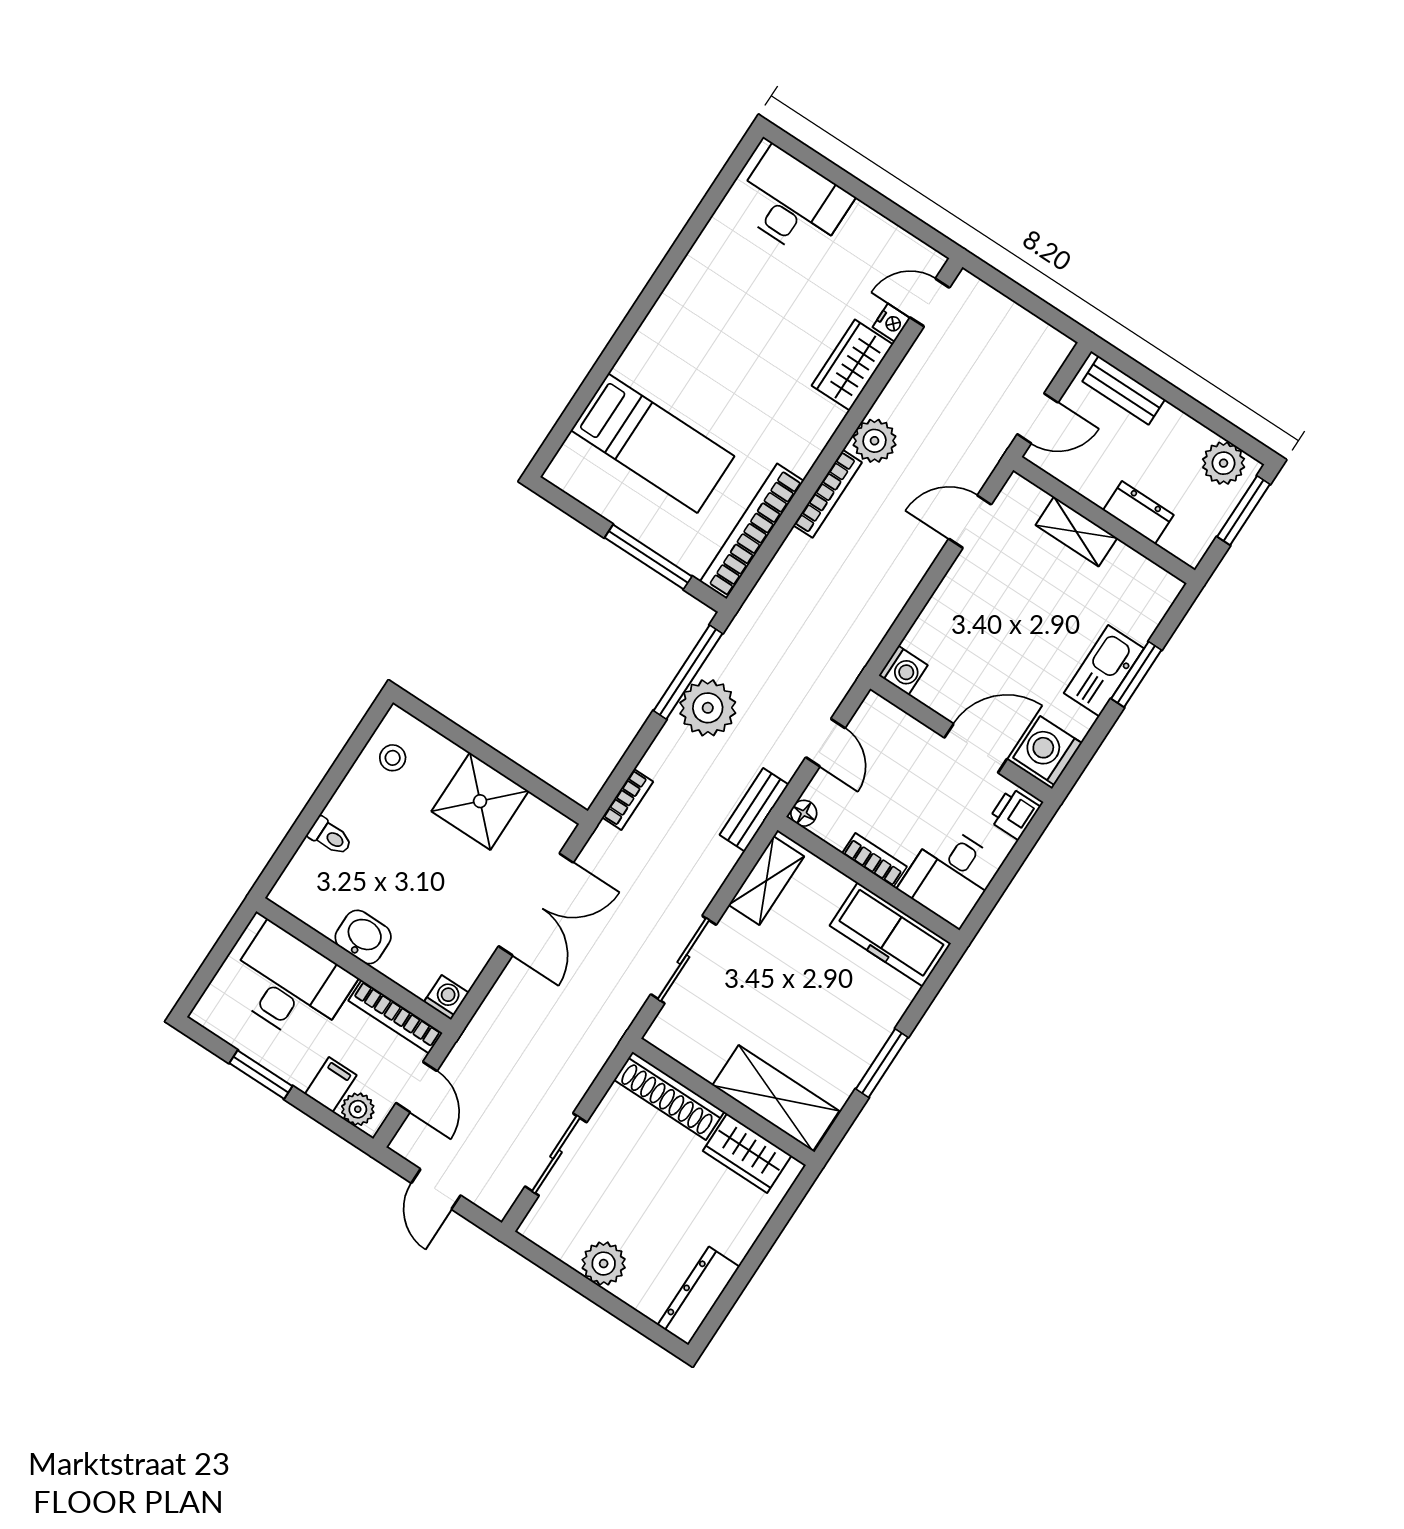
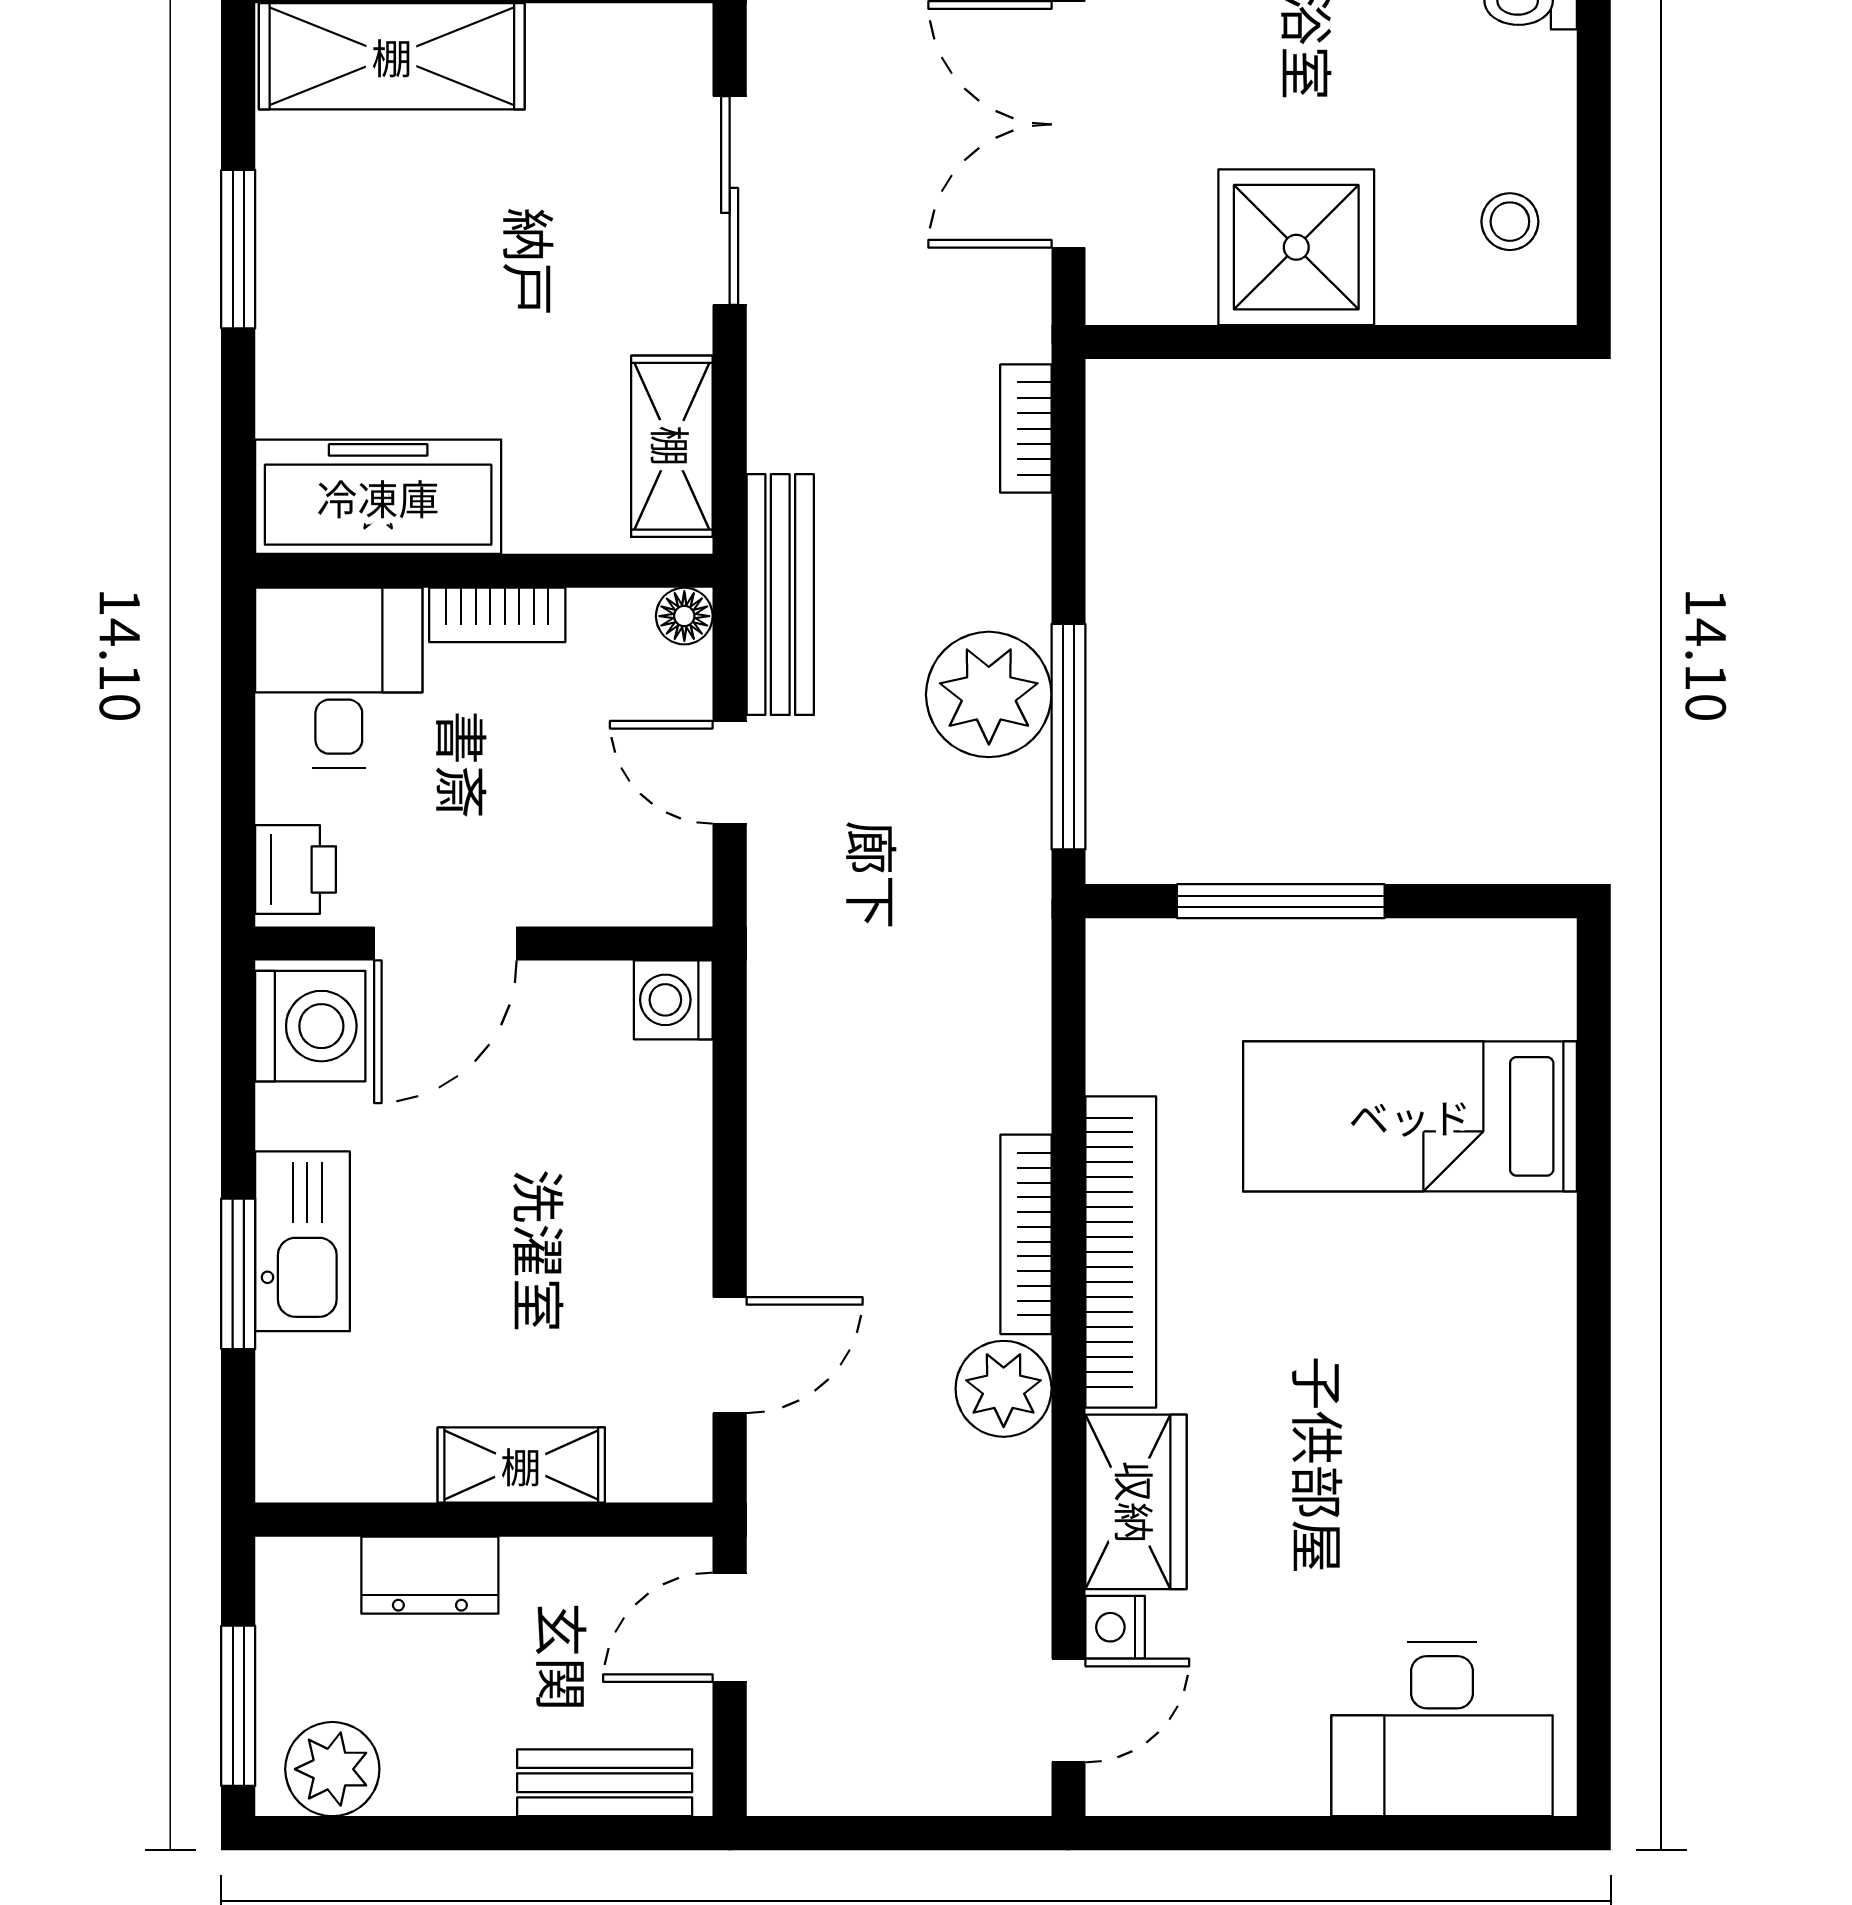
bookcase: (752, 531) -> (1121, 1252), moved
bench: (754, 810) -> (780, 595), width x1.36

